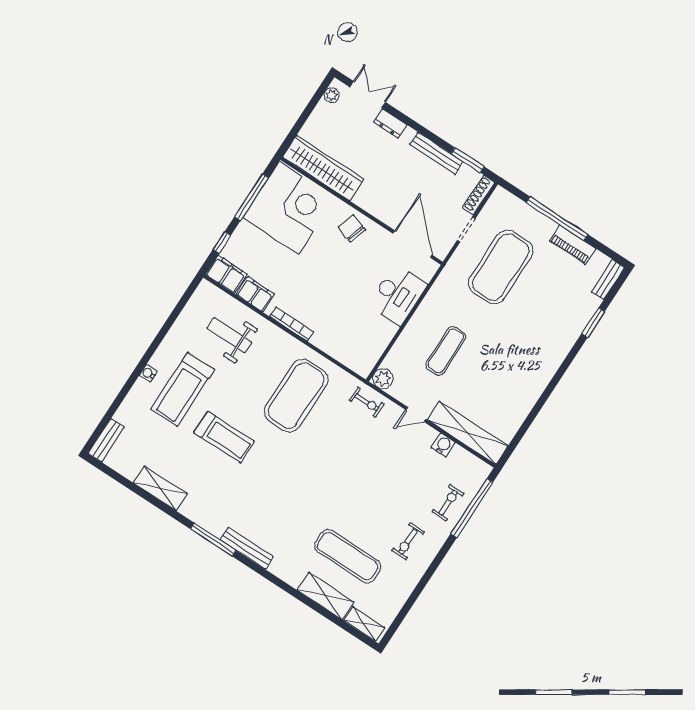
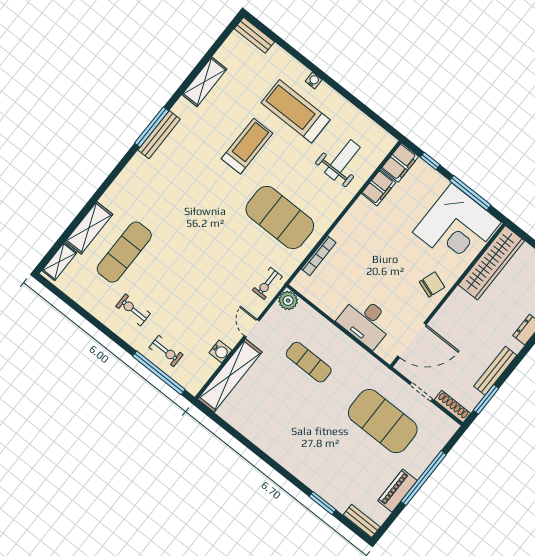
bookcase: (292, 324) -> (319, 256), moved
treadmill: (224, 437) -> (247, 146), turned 180
bench: (247, 548) -> (159, 135), moved

